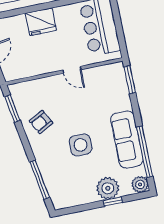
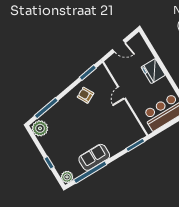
door: (72, 70) -> (122, 93), moved
sofa: (127, 140) -> (94, 157), width x0.73
side table: (81, 145) -> (80, 127), removed
plant: (108, 188) -> (40, 128), moved

